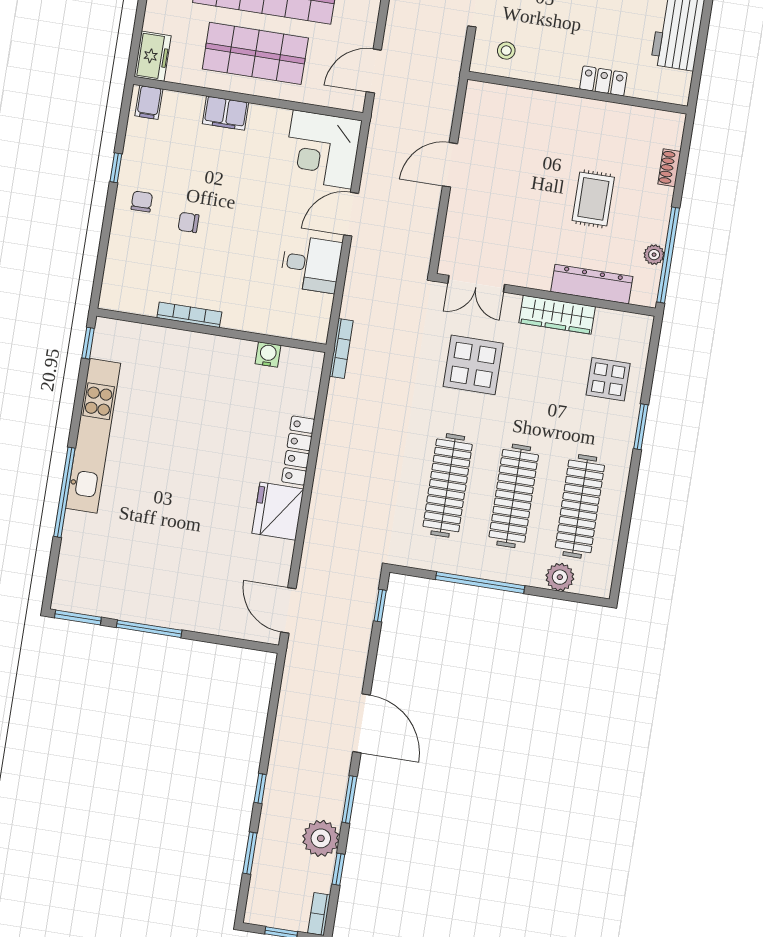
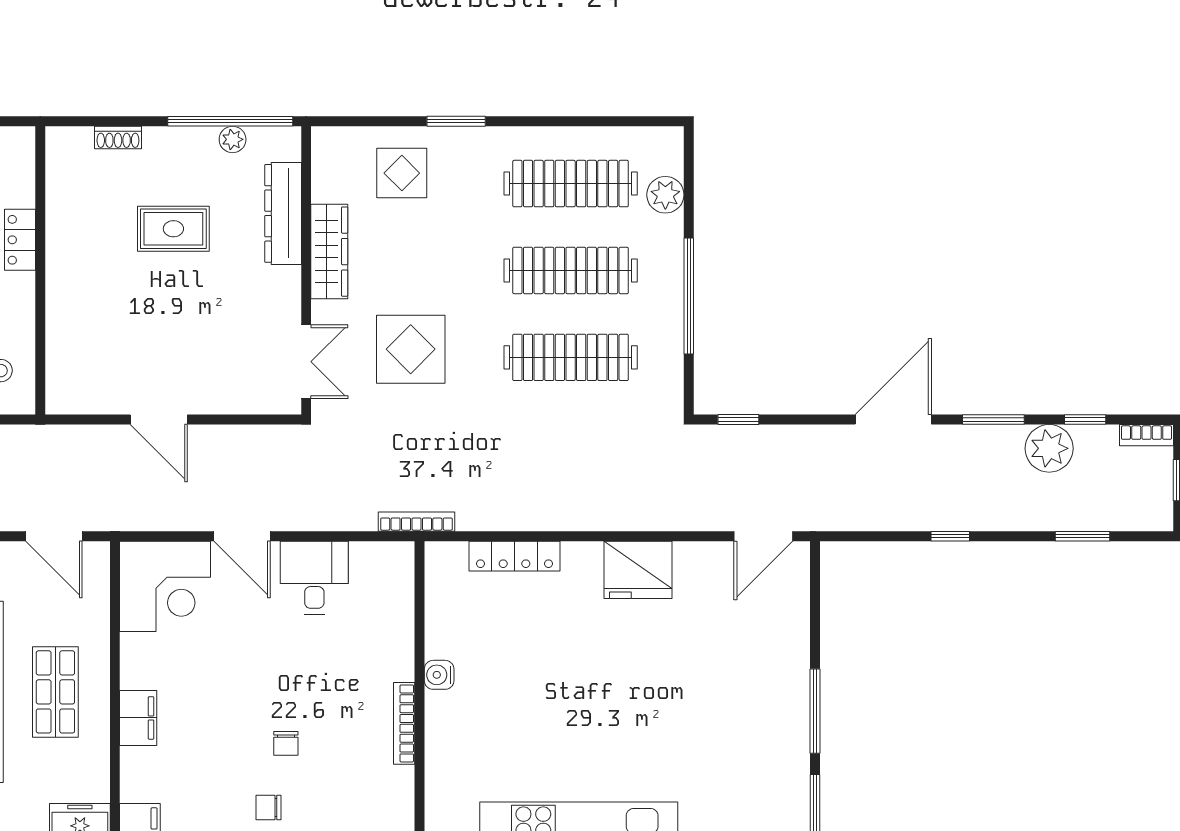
shop shelf: (255, 53) -> (55, 692), width x0.70, depth x0.74
water cooler: (268, 355) -> (439, 675), moved
locker: (298, 451) -> (514, 556), moved
window: (260, 788) -> (950, 536), moved

